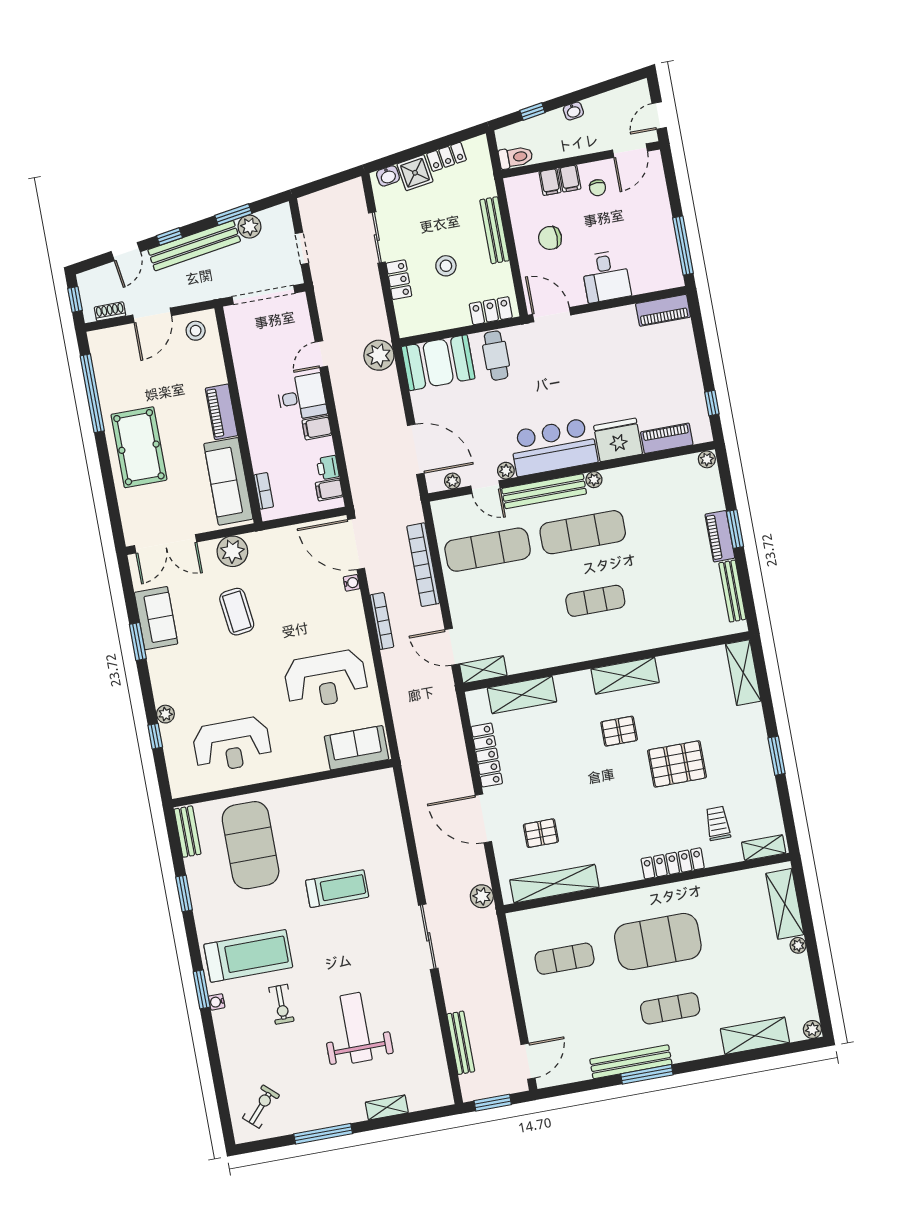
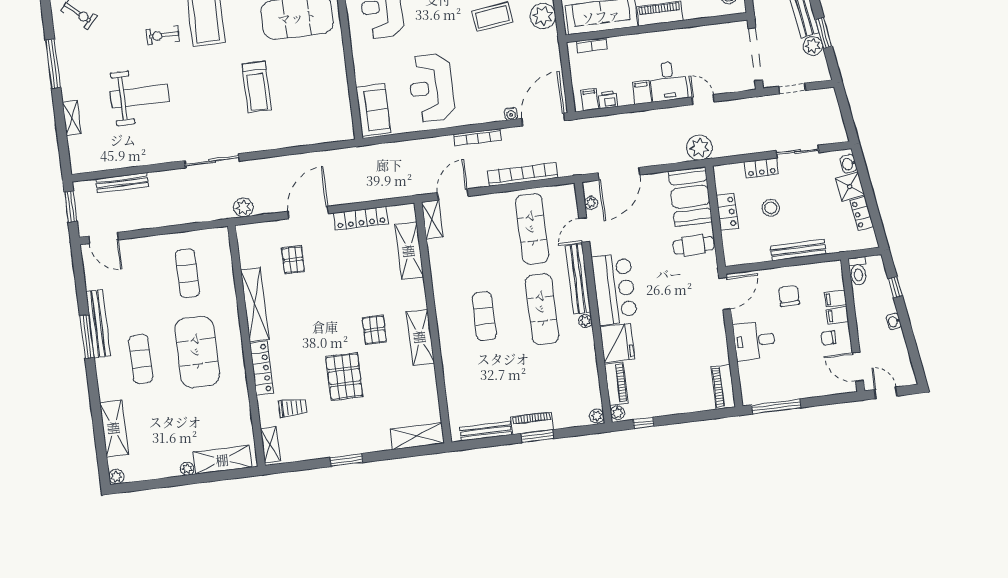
locker: (491, 311) -> (727, 212), moved
plant: (506, 471) -> (618, 413), moved
shelving: (554, 884) -> (255, 305), moved

